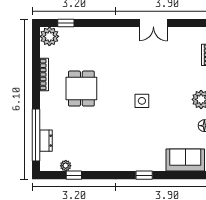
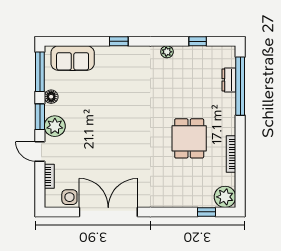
double door: (153, 23) -> (108, 212), width x1.87
side table: (142, 101) -> (69, 197), moved
plant: (66, 166) -> (167, 52), moved

